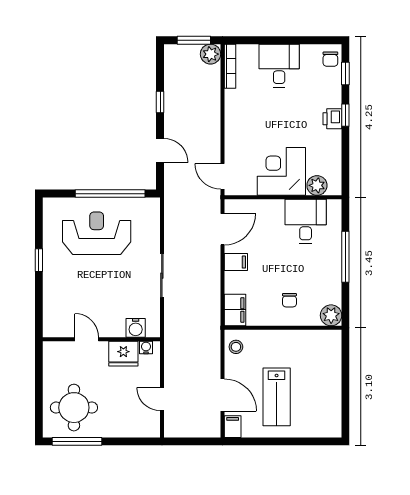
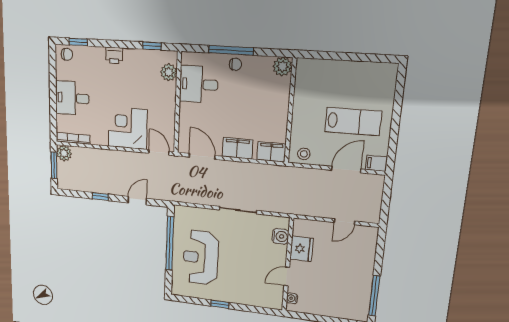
window: (345, 115) -> (152, 46), moved
corner desk: (281, 171) -> (128, 128), moved, turned 90
door: (222, 176) -> (159, 152), swing flipped
filing cabinet: (236, 262) -> (237, 148), width x2.00
chair: (289, 300) -> (235, 64), moved
water cooler: (146, 348) -> (292, 298), moved
round table: (74, 408) -> (344, 294), removed

